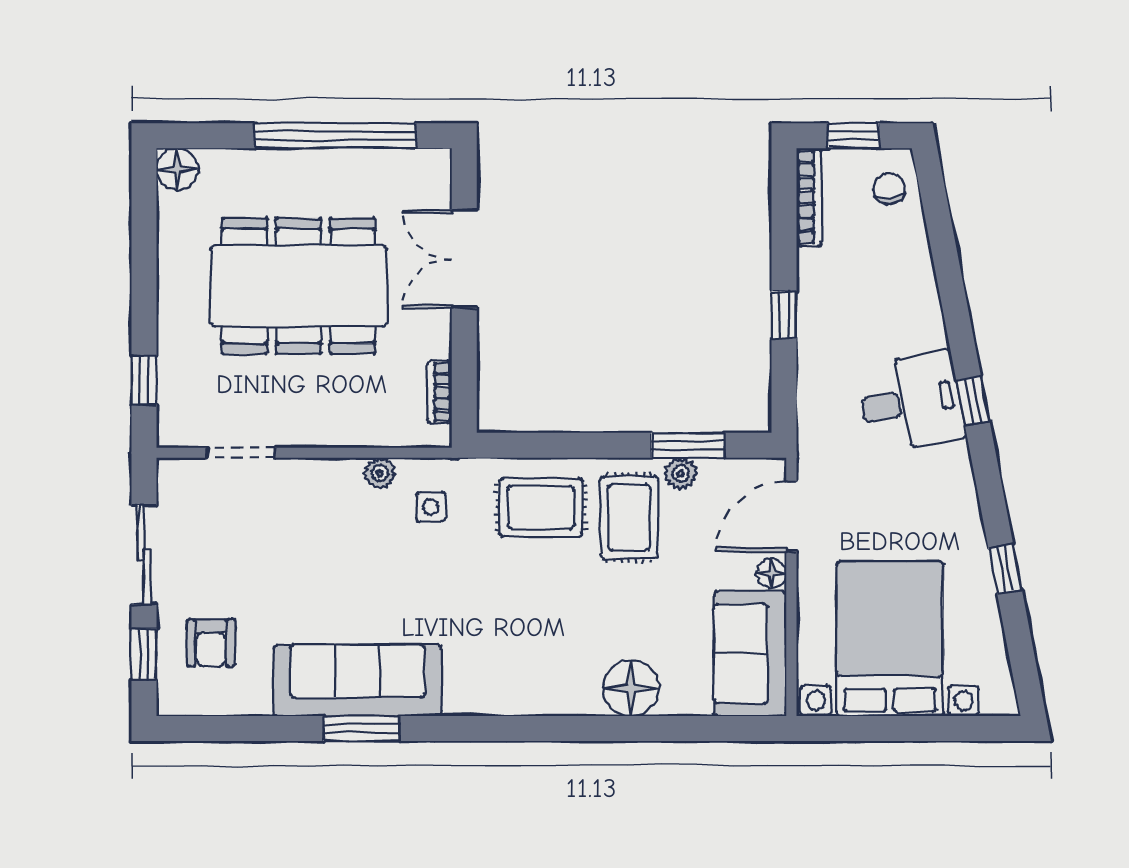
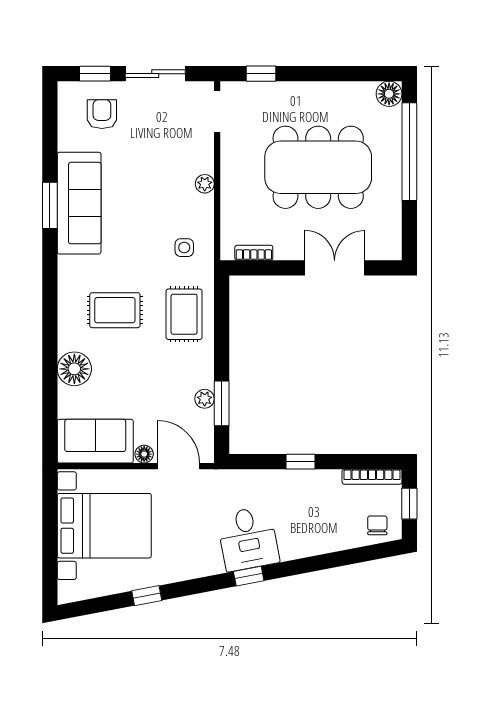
window: (336, 136) -> (409, 152), moved
chair: (889, 188) -> (377, 525), turned -82
dining table: (299, 286) -> (318, 167), turned 90
doorway: (241, 453) -> (217, 112), moved
plant: (380, 473) -> (205, 184), moved
rug: (629, 517) -> (115, 310), moved
armchair: (211, 643) -> (102, 114), turned 90

